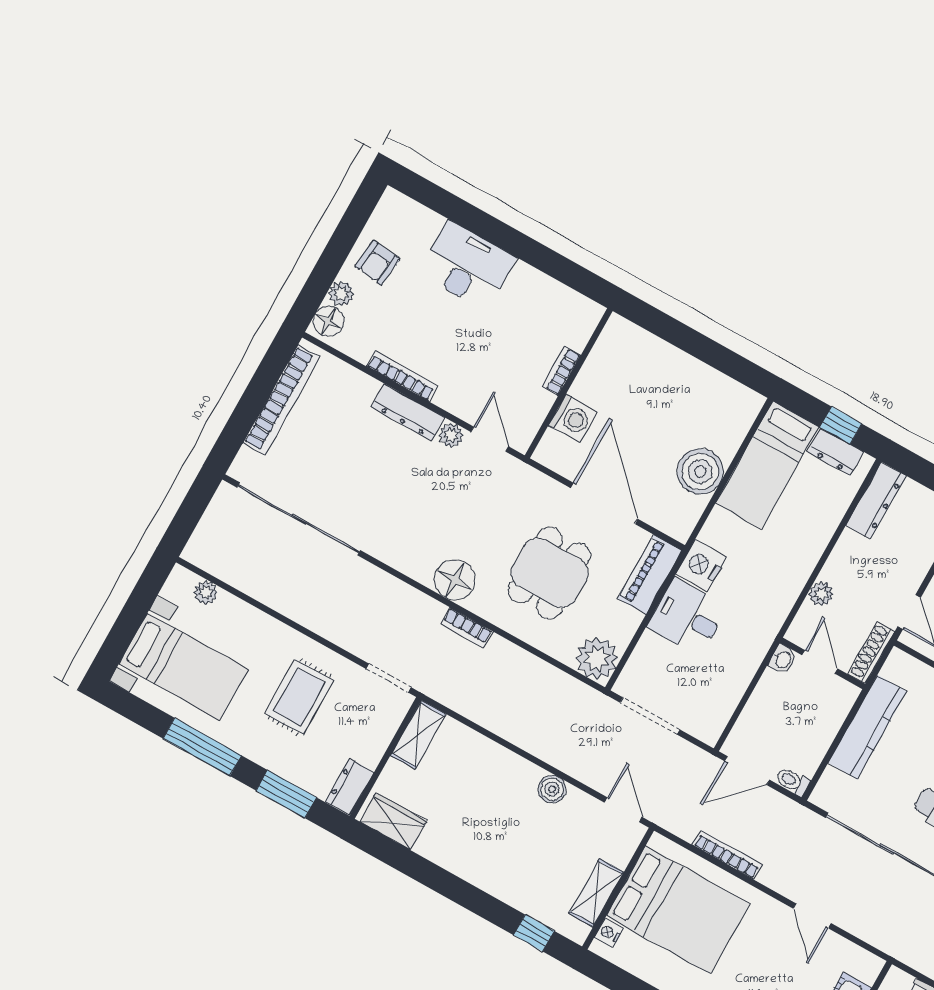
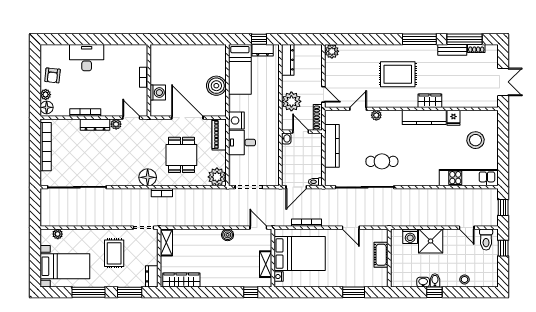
plant: (821, 594) -> (291, 101), width x1.87, depth x1.87
wardrobe: (393, 821) -> (181, 280), width x1.50

